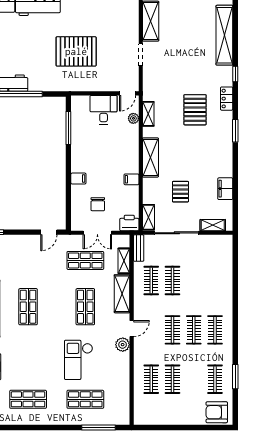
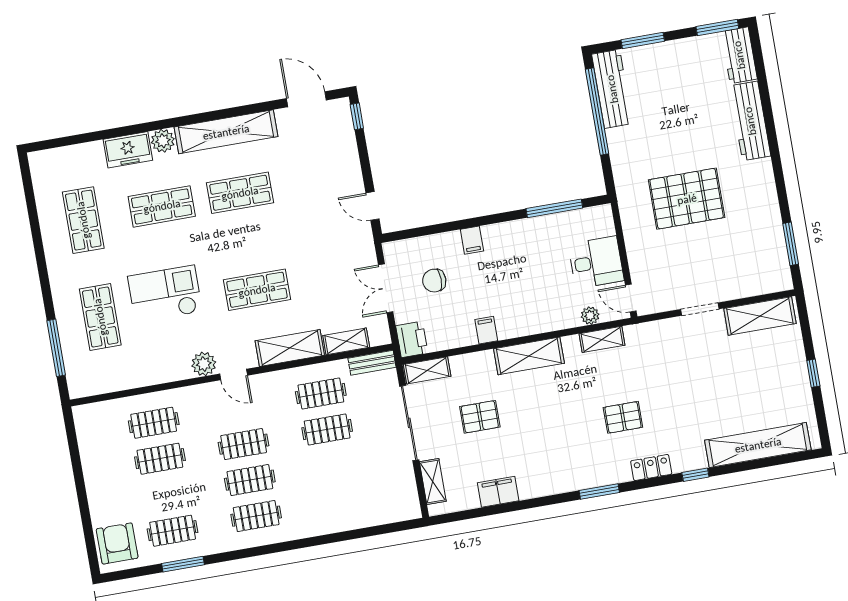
pallet: (76, 51) -> (687, 199), turned 90
pallet: (195, 110) -> (623, 417), width x0.67, depth x0.71
shop shelf: (85, 260) -> (162, 206), moved, turned 90

